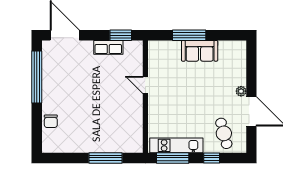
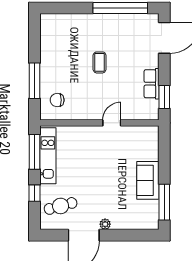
window: (189, 35) -> (164, 202), moved
coffee table: (88, 97) -> (100, 62), added
chair: (51, 121) -> (57, 100), moved

